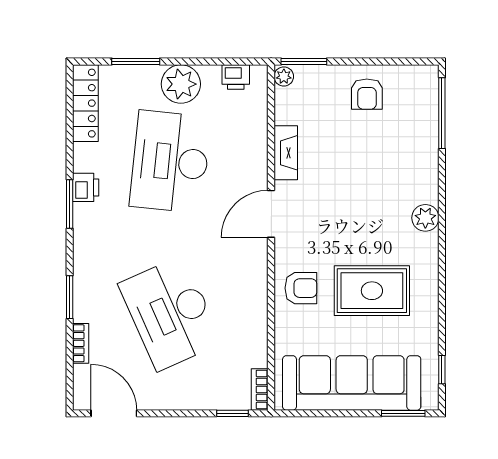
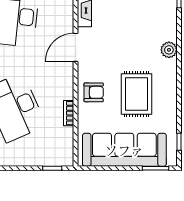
rug: (372, 291) -> (137, 94), turned 90
bookcase: (260, 389) -> (69, 113), moved

